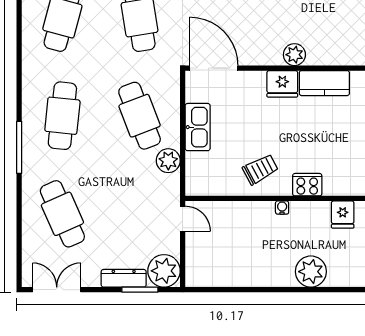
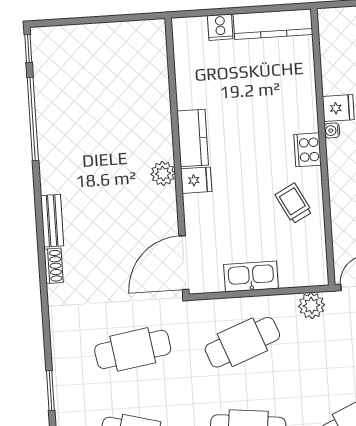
fridge: (282, 84) -> (196, 180), width x0.72
plant: (168, 161) -> (312, 306), moved
water cooler: (282, 208) -> (332, 130), moved

